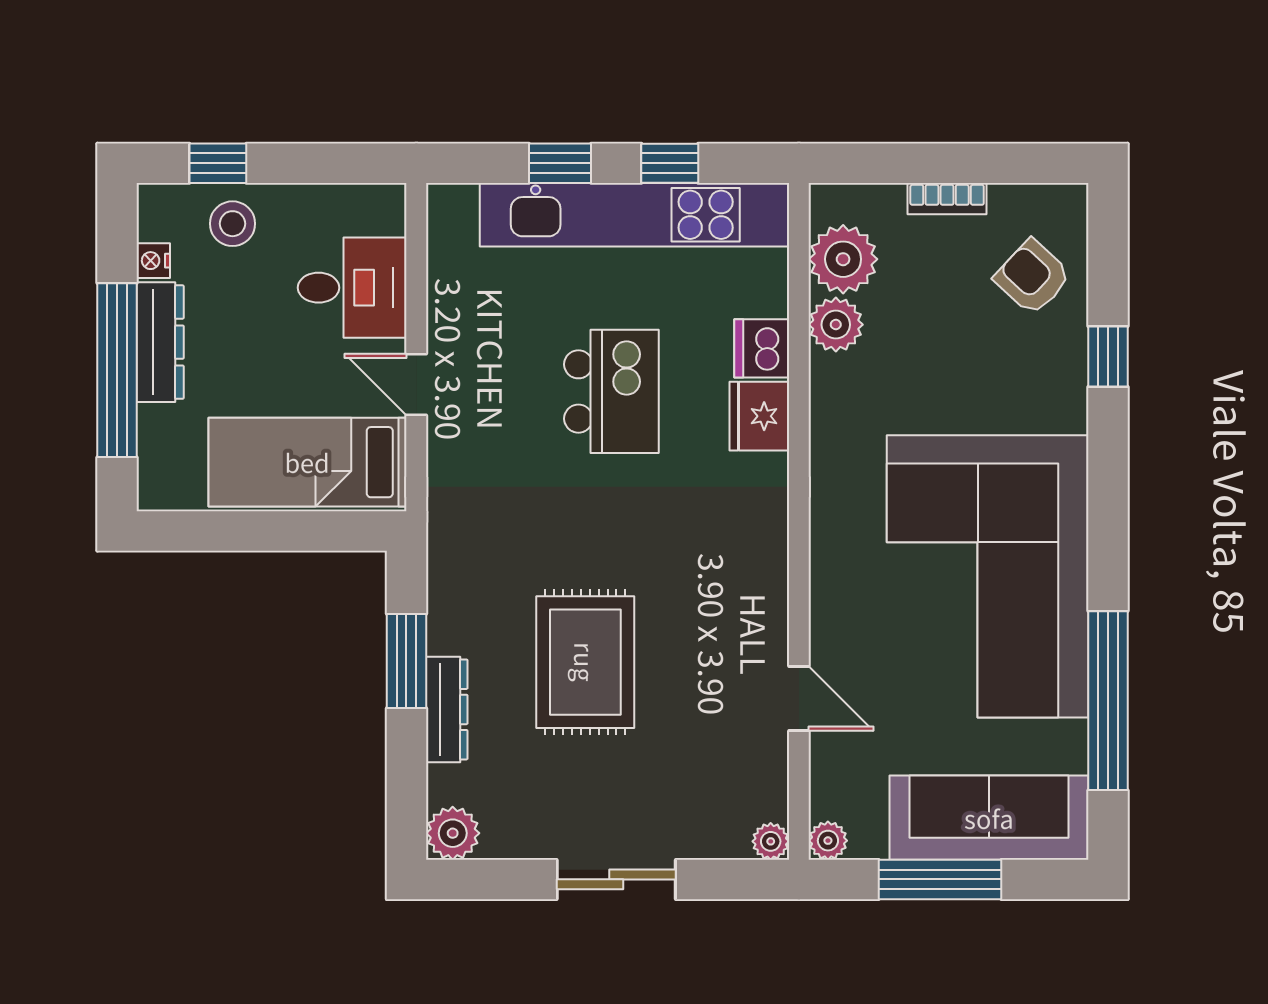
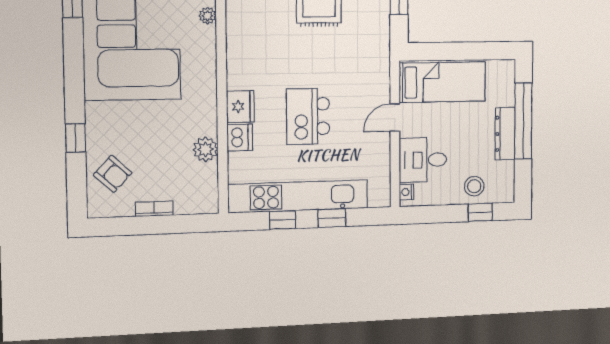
plant: (843, 259) -> (208, 16), moved, width x0.53, depth x0.53
nightstand: (153, 261) -> (407, 192), moved, turned 180
door: (416, 385) -> (395, 118), swing flipped

